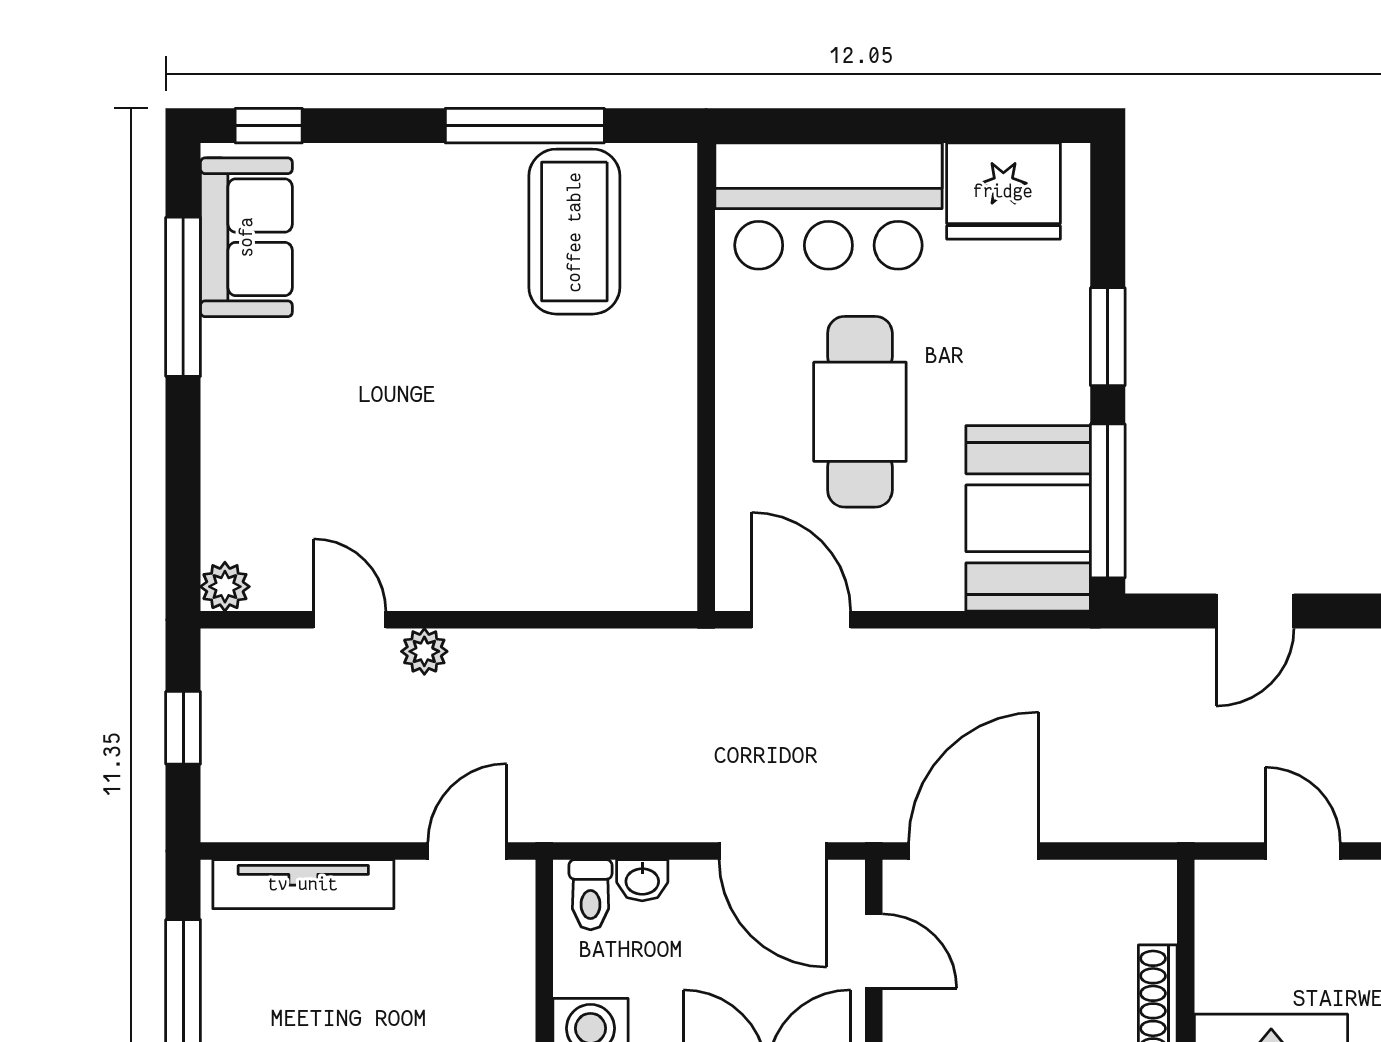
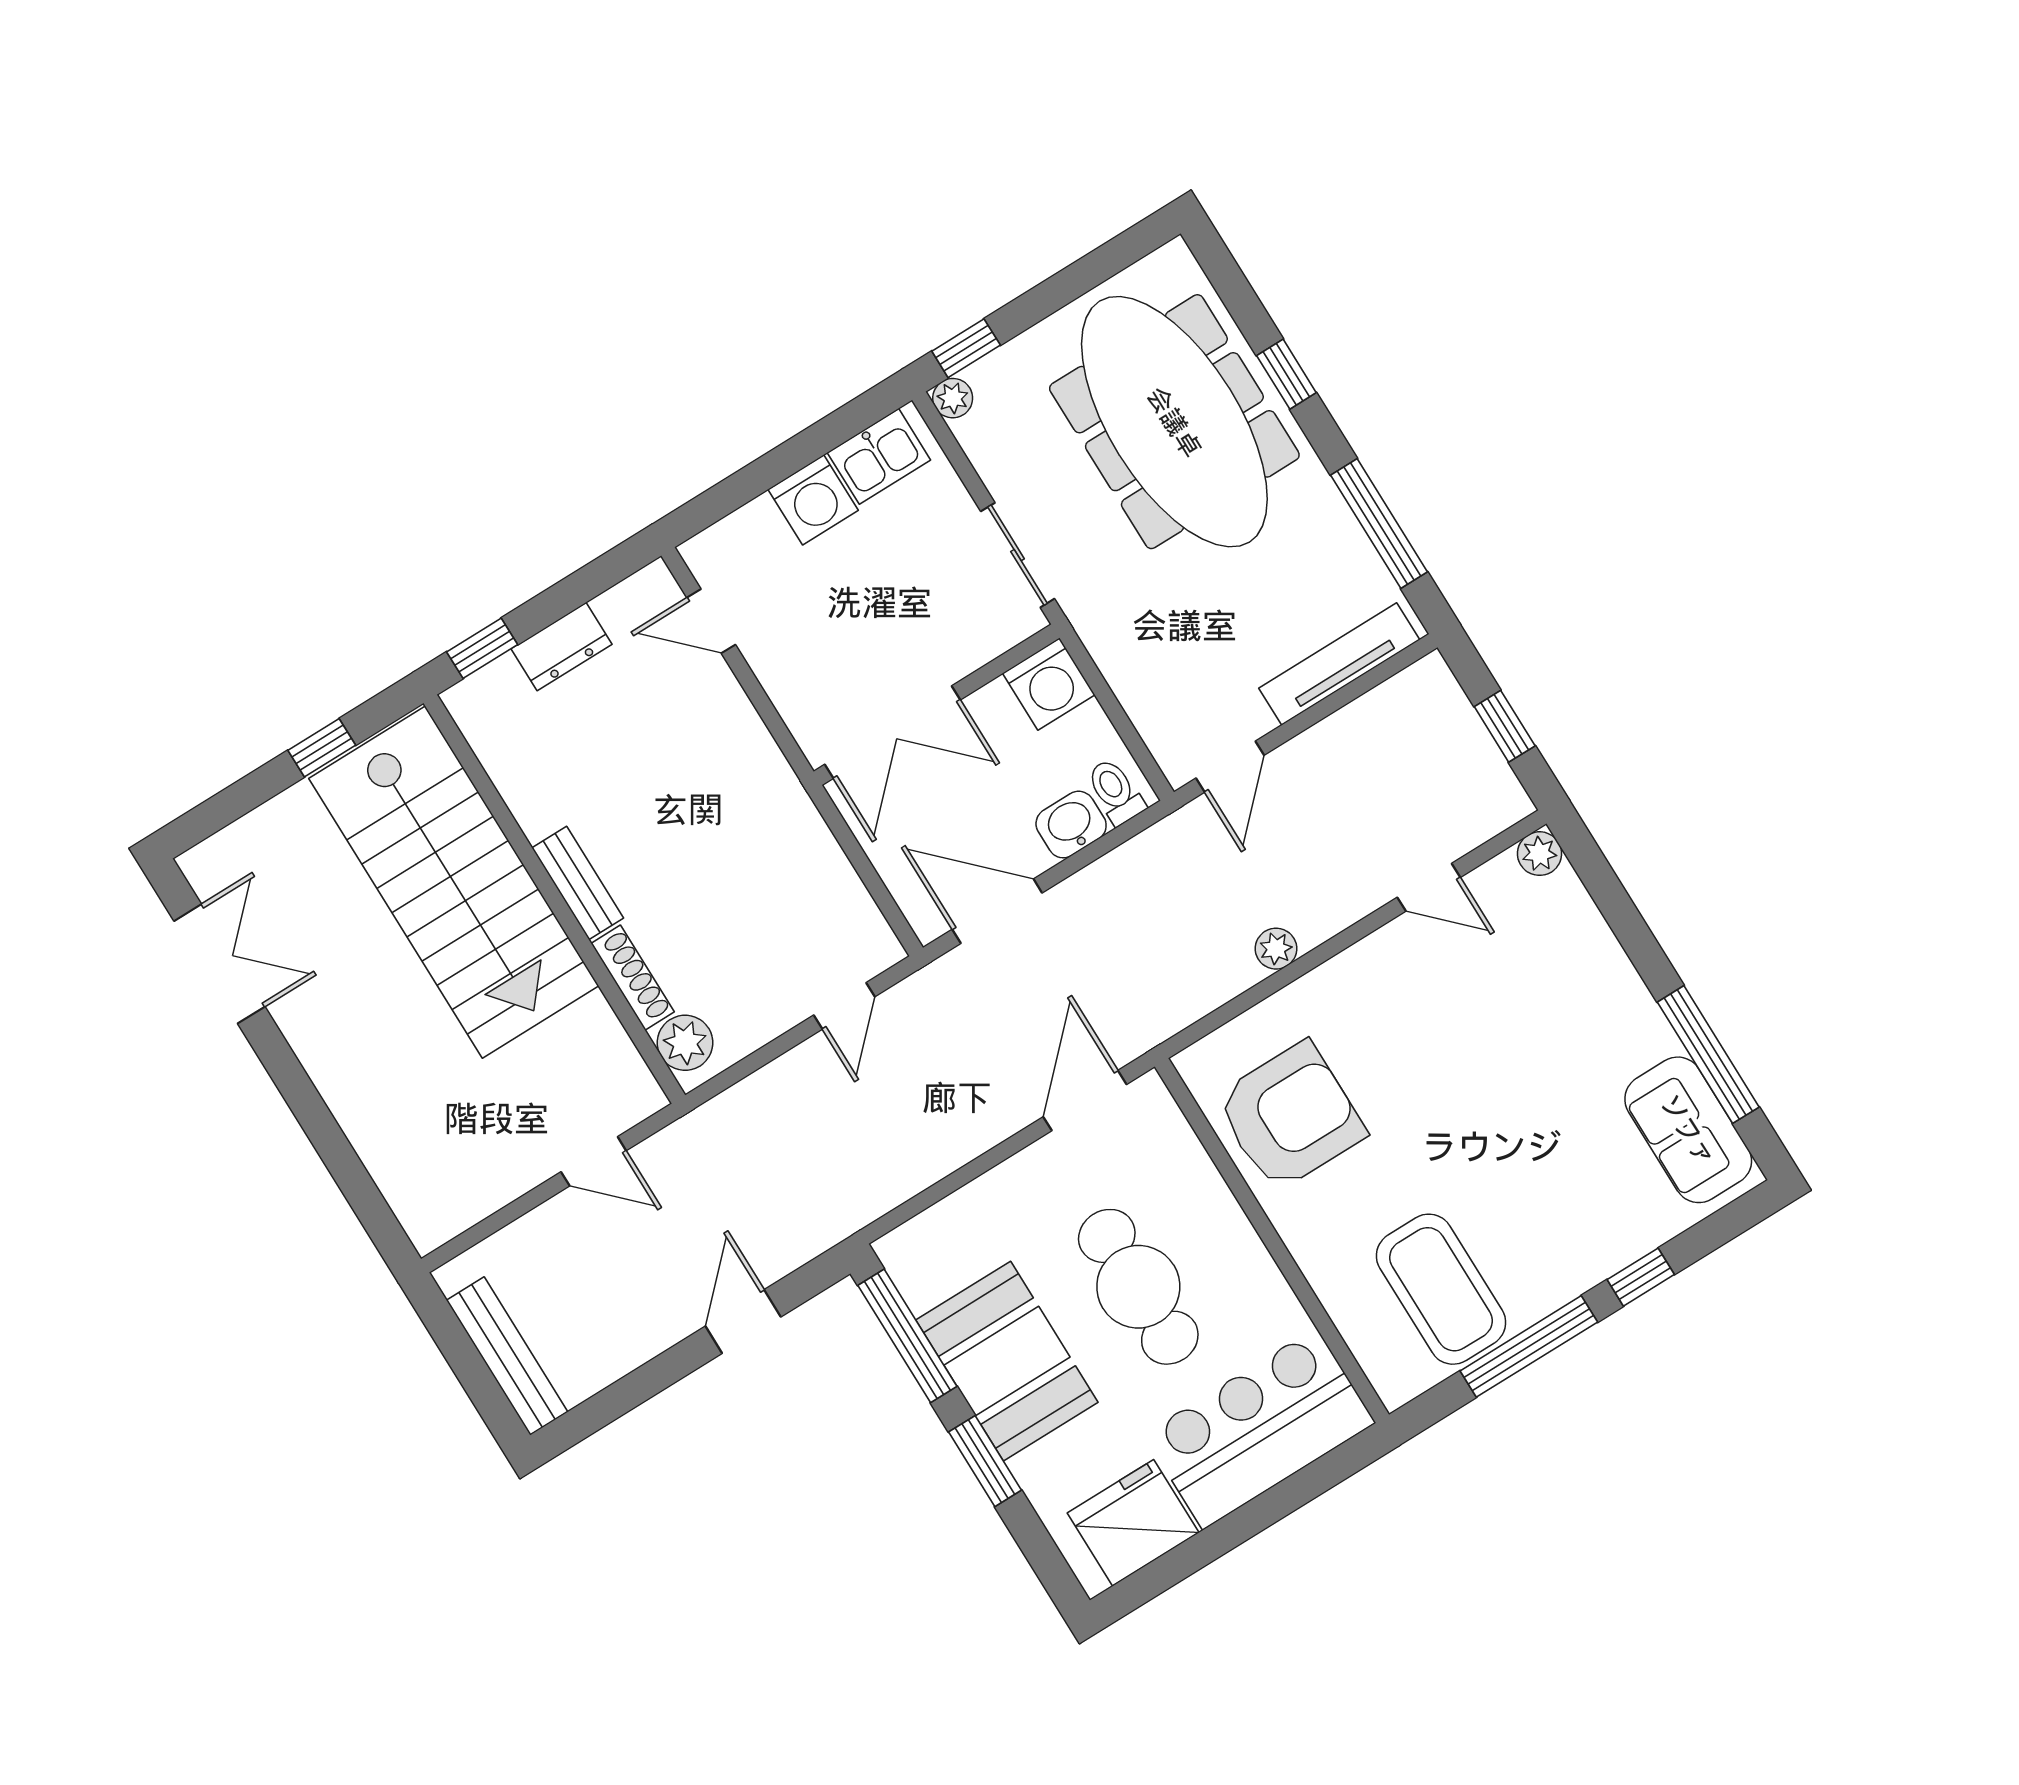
window: (269, 126) -> (1641, 1277), moved
armchair: (616, 484) -> (1290, 1116), added
booth: (1028, 518) -> (1007, 1361), moved
door: (801, 620) -> (1085, 1101), swing flipped
plant: (424, 651) -> (1276, 949), moved
door: (974, 851) -> (844, 1006), width x0.53
washbasin: (642, 880) -> (1071, 825), width x1.38, depth x1.45
plant: (1146, 910) -> (685, 1043), added
door: (874, 951) -> (873, 882), removed

